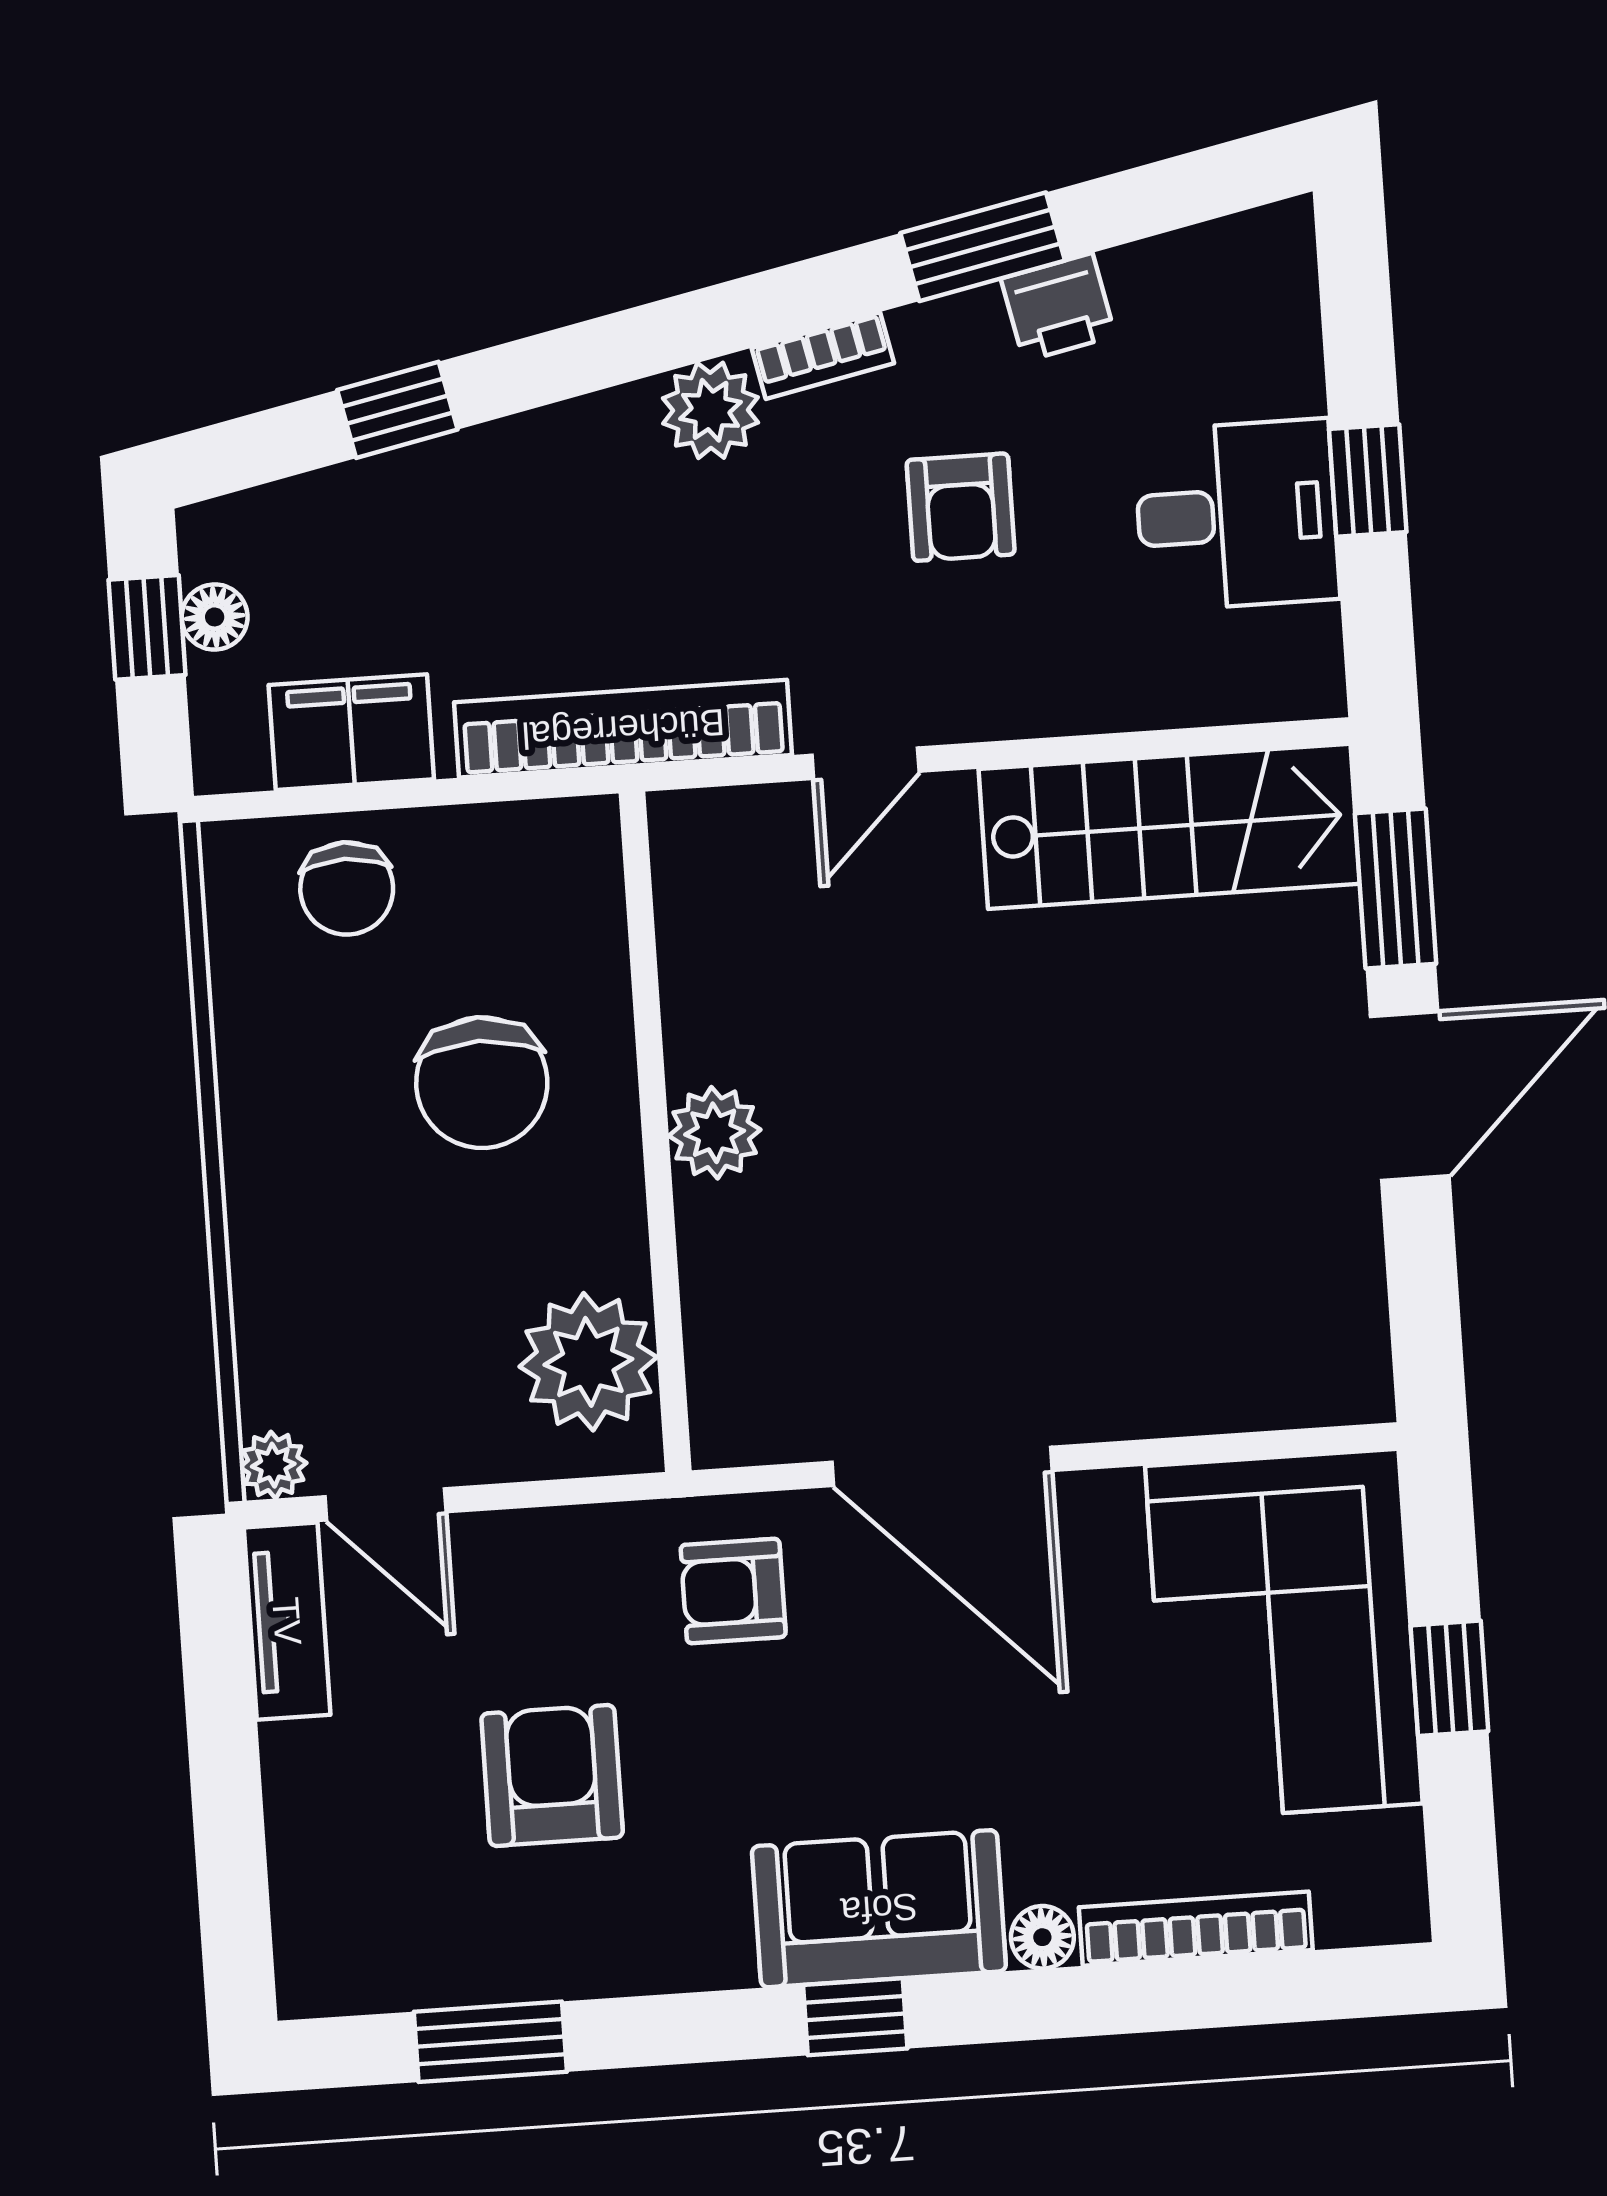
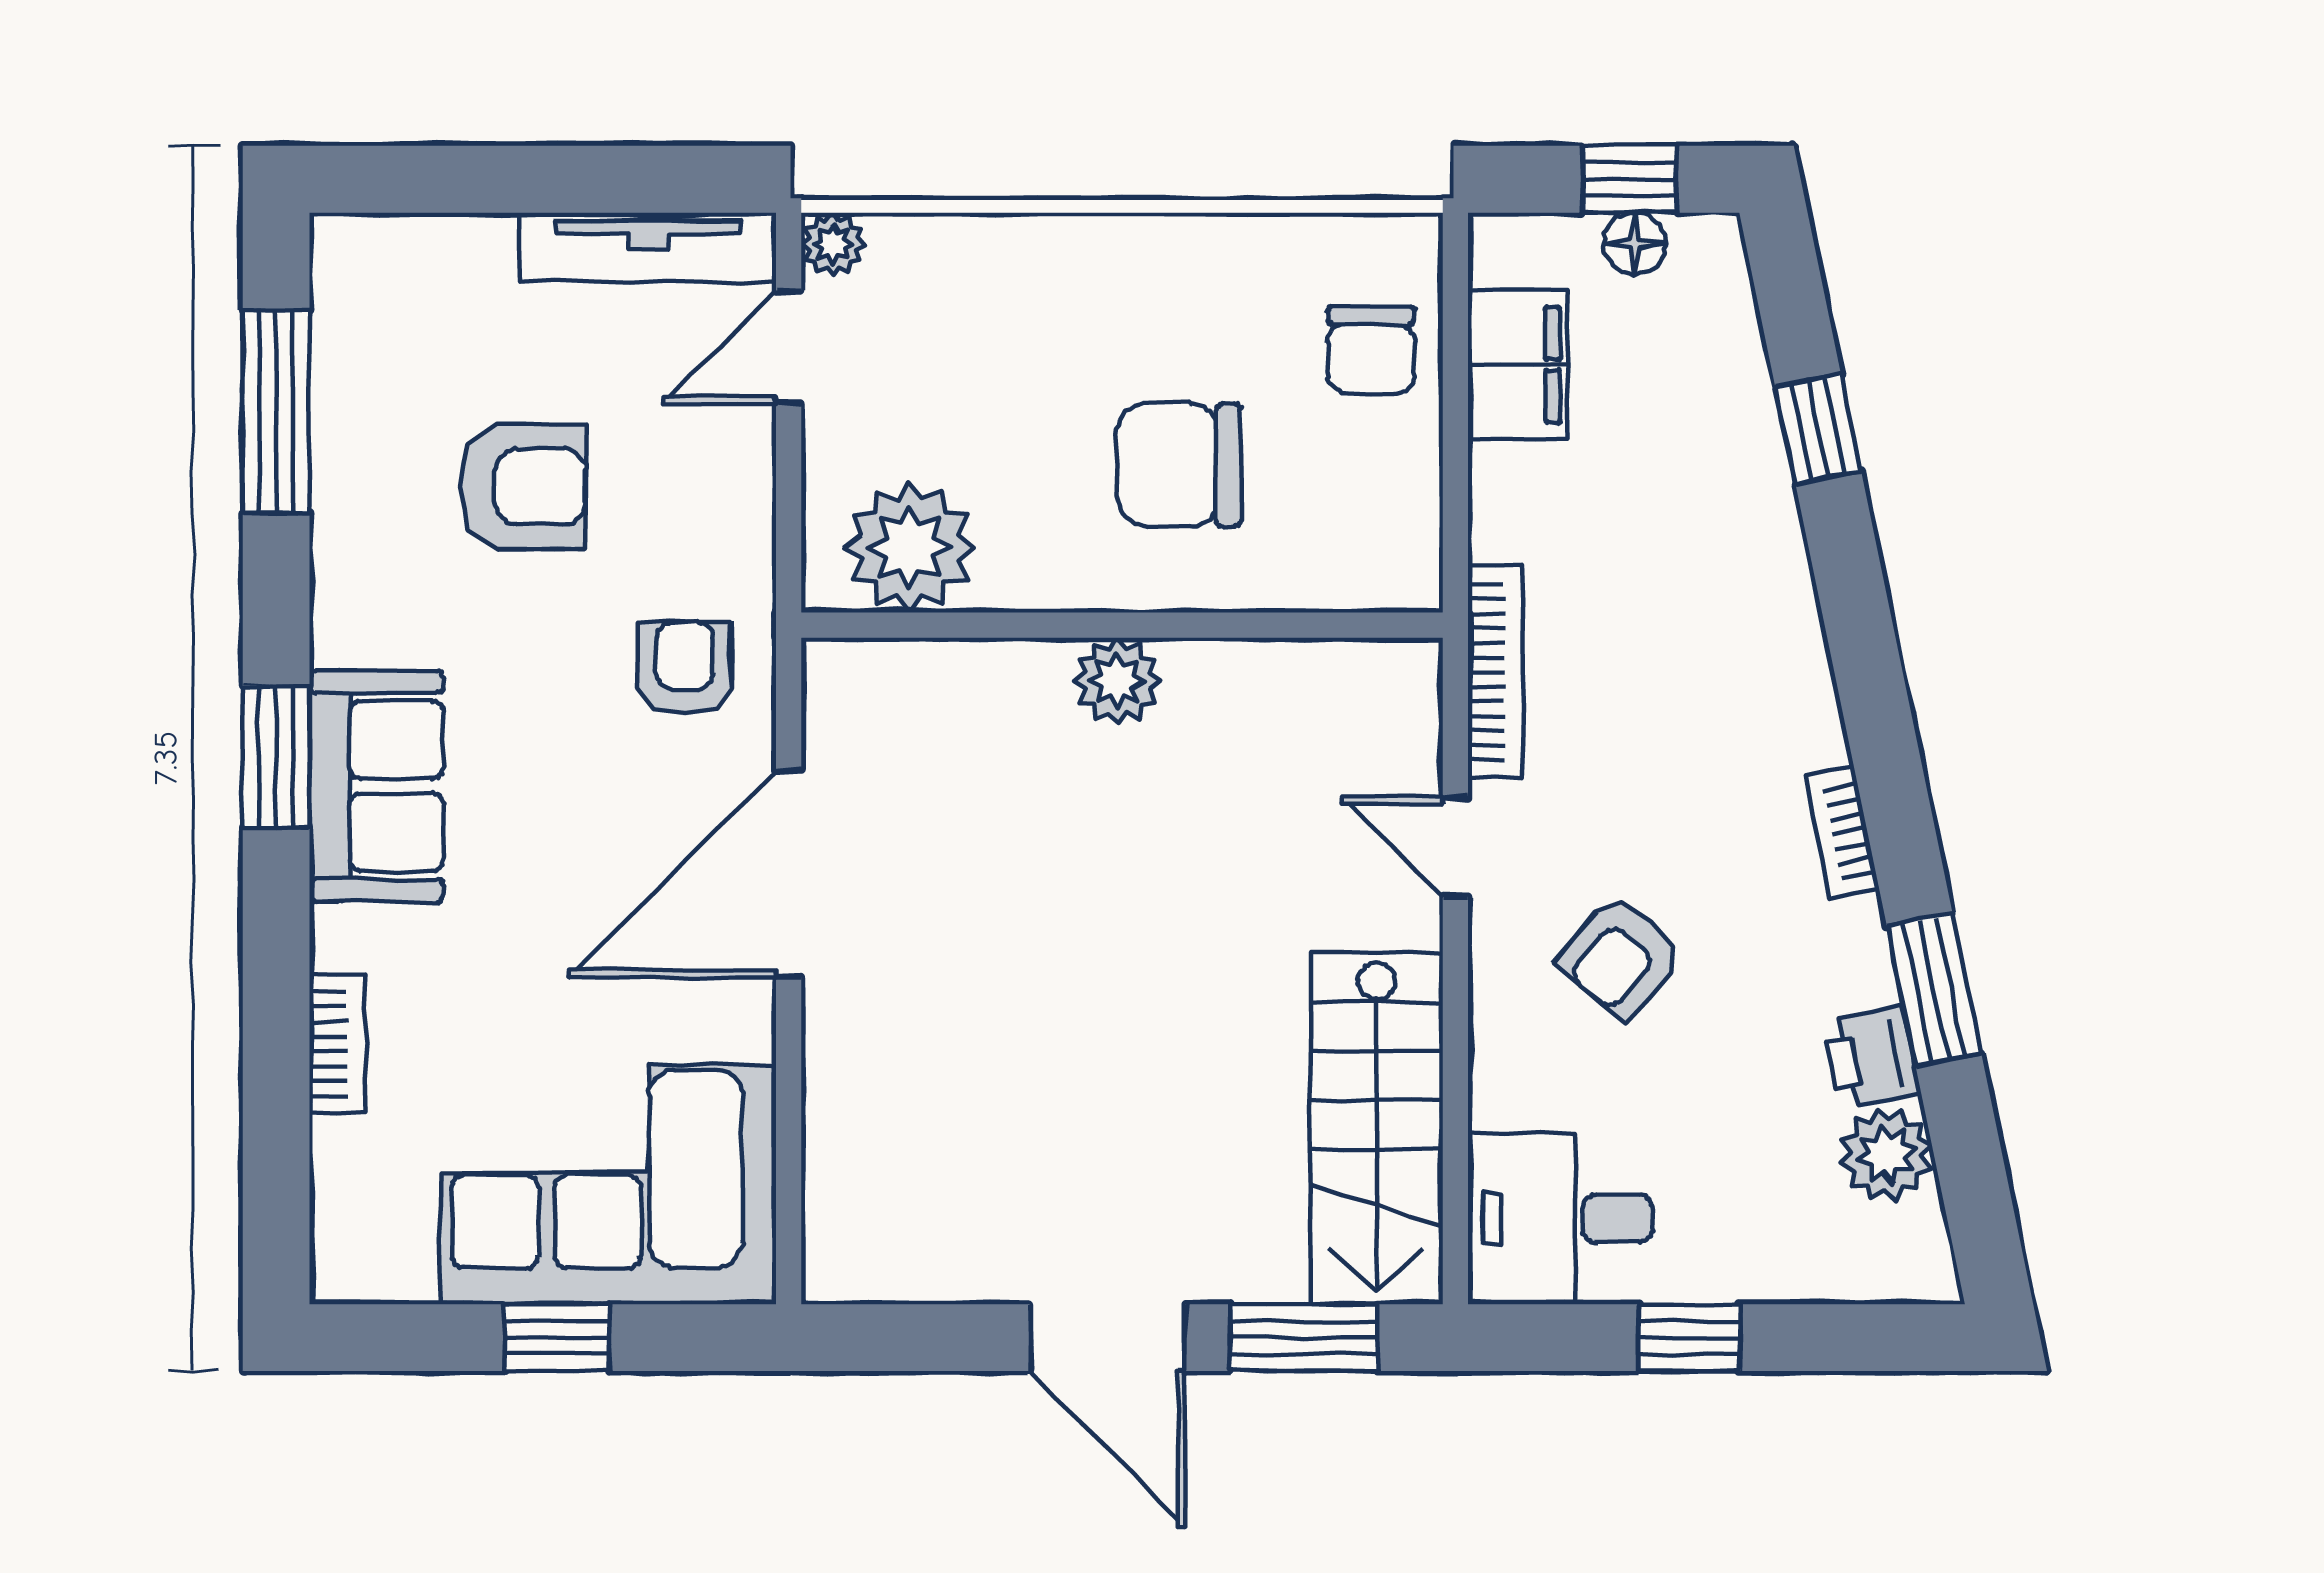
plant: (711, 410) -> (1887, 1155), moved
armchair: (961, 507) -> (1621, 957), moved, turned -50
desk: (1236, 515) -> (1560, 1219), moved, turned 90
bookcase: (623, 729) -> (1495, 672), width x0.68, depth x0.76
chair: (347, 888) -> (1371, 350), turned -90
tv unit: (287, 1621) -> (648, 247), width x1.41
bookcase: (1196, 1929) -> (337, 1044), width x0.64
floor lamp: (1042, 1937) -> (339, 938), removed
window: (855, 2017) -> (276, 757), width x1.50
window: (490, 2042) -> (276, 411), width x1.44

